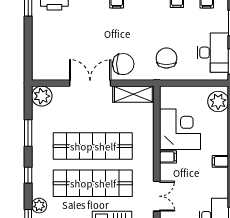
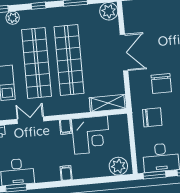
chair: (123, 64) -> (161, 84), moved
shelving: (133, 94) -> (108, 103), moved, turned 90
double door: (157, 196) -> (30, 120), swing flipped

